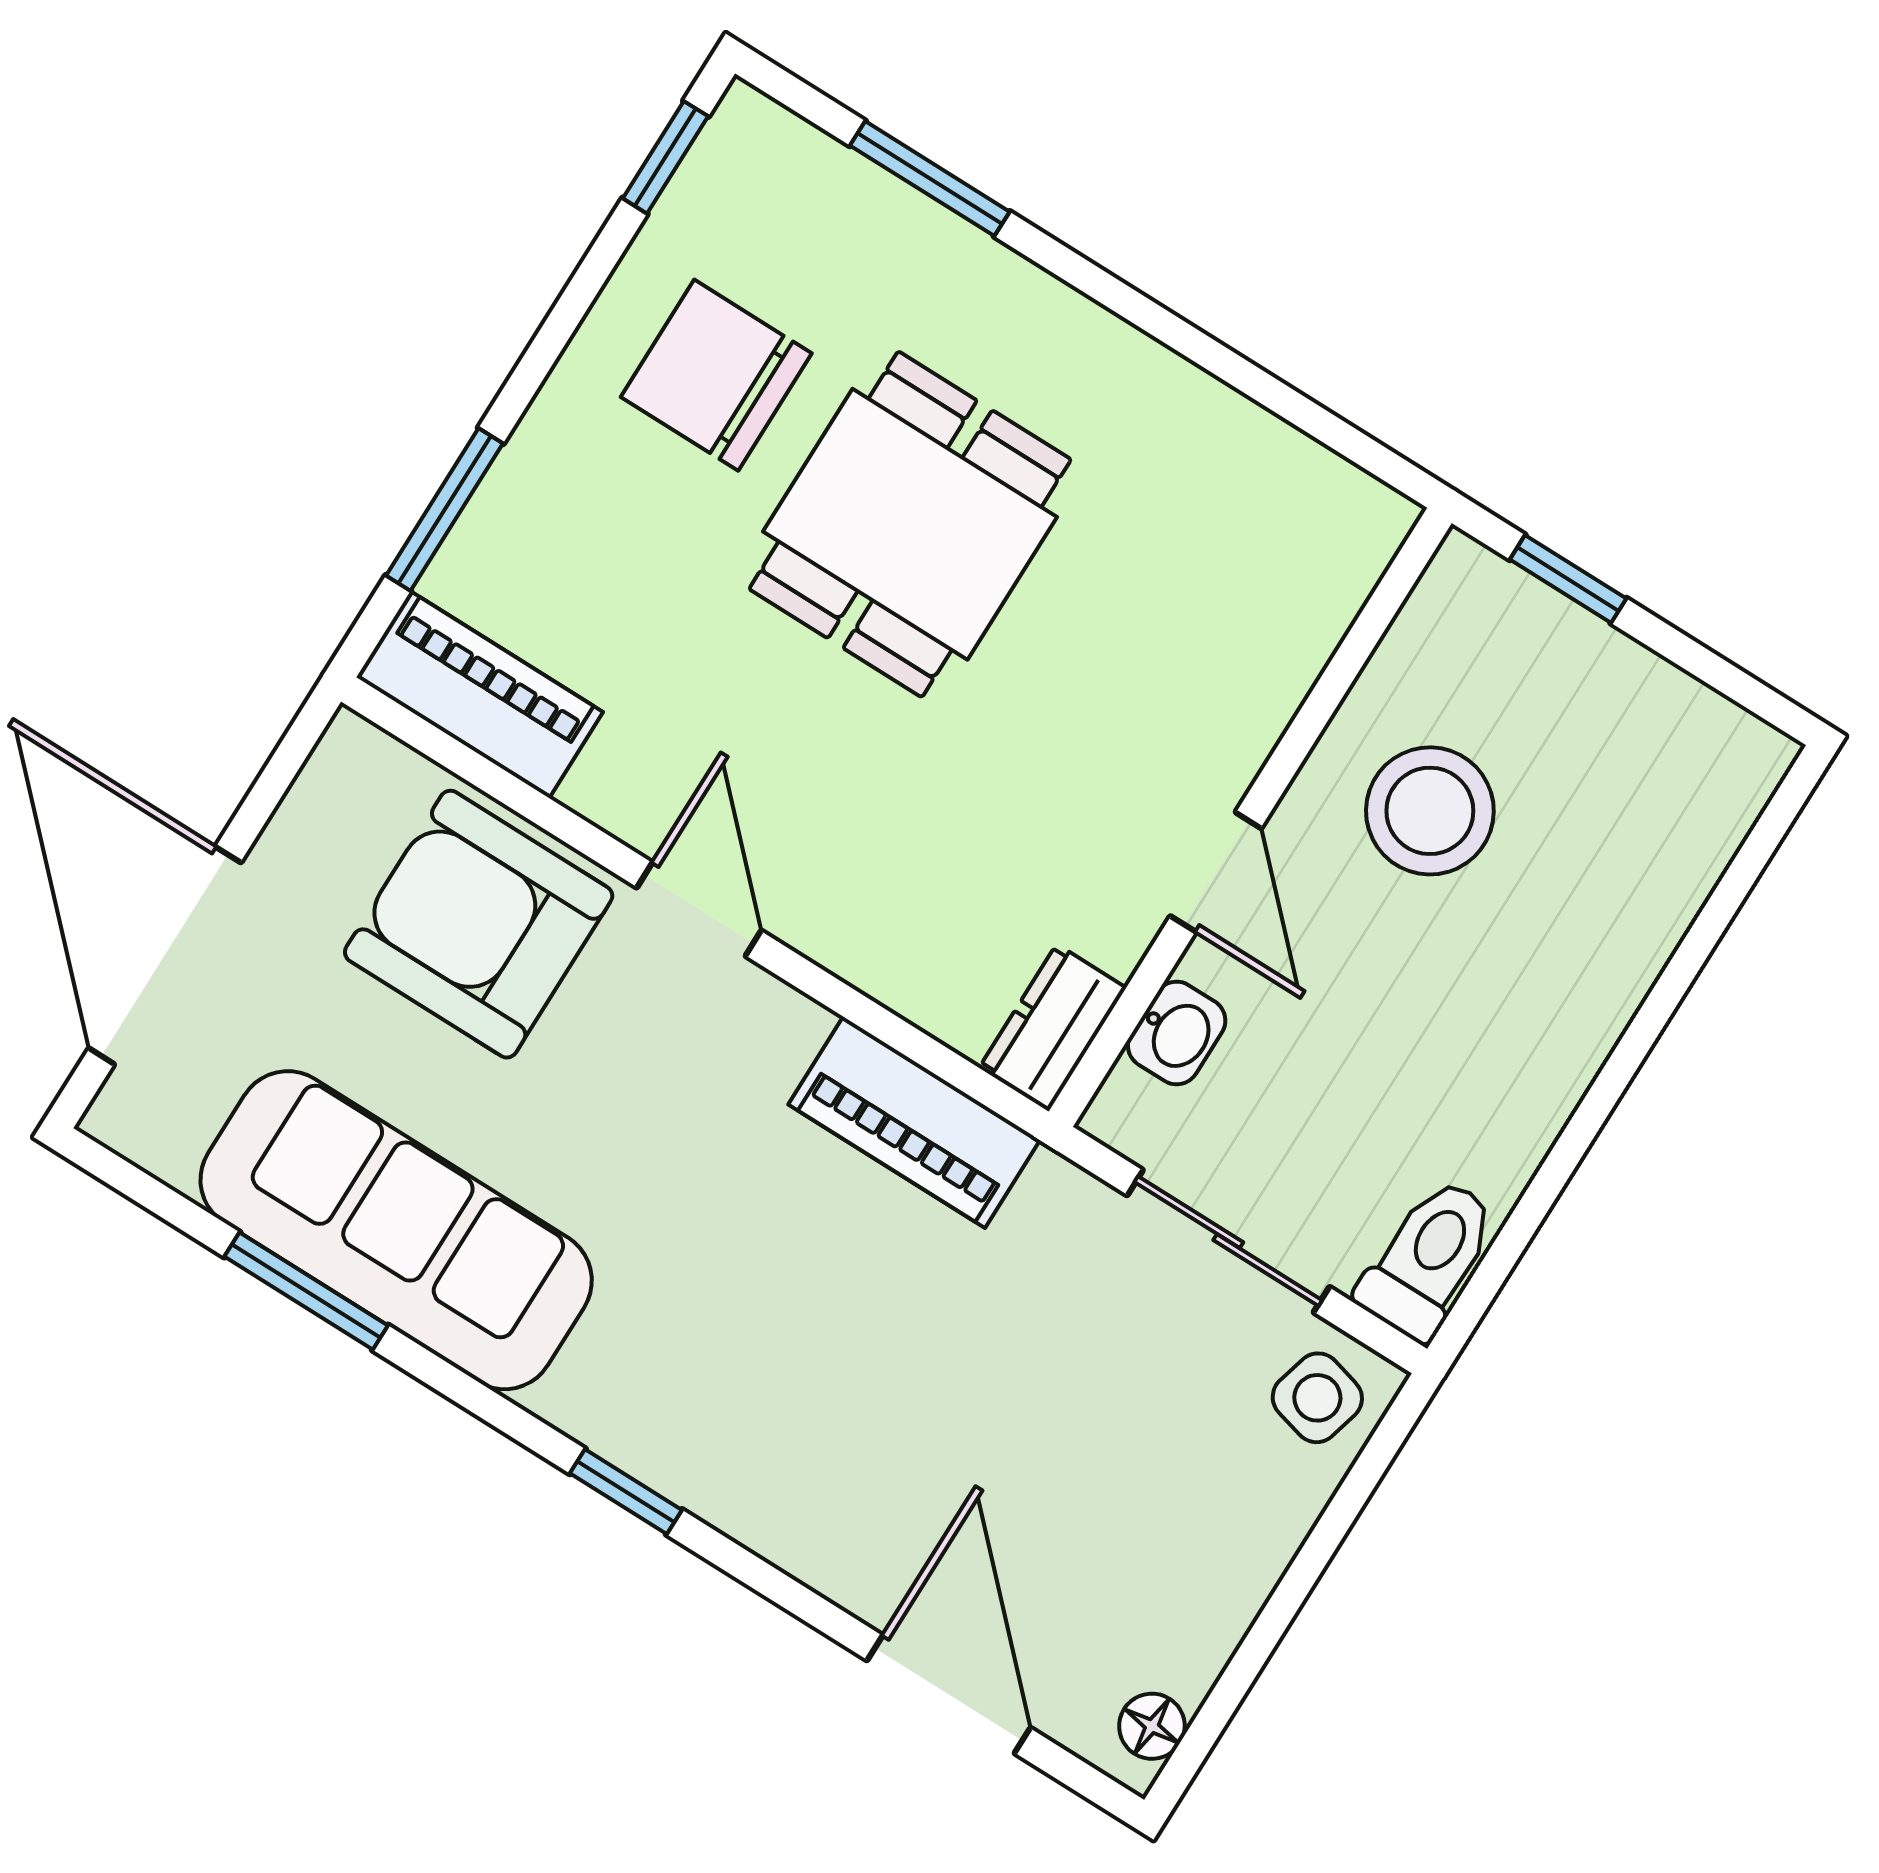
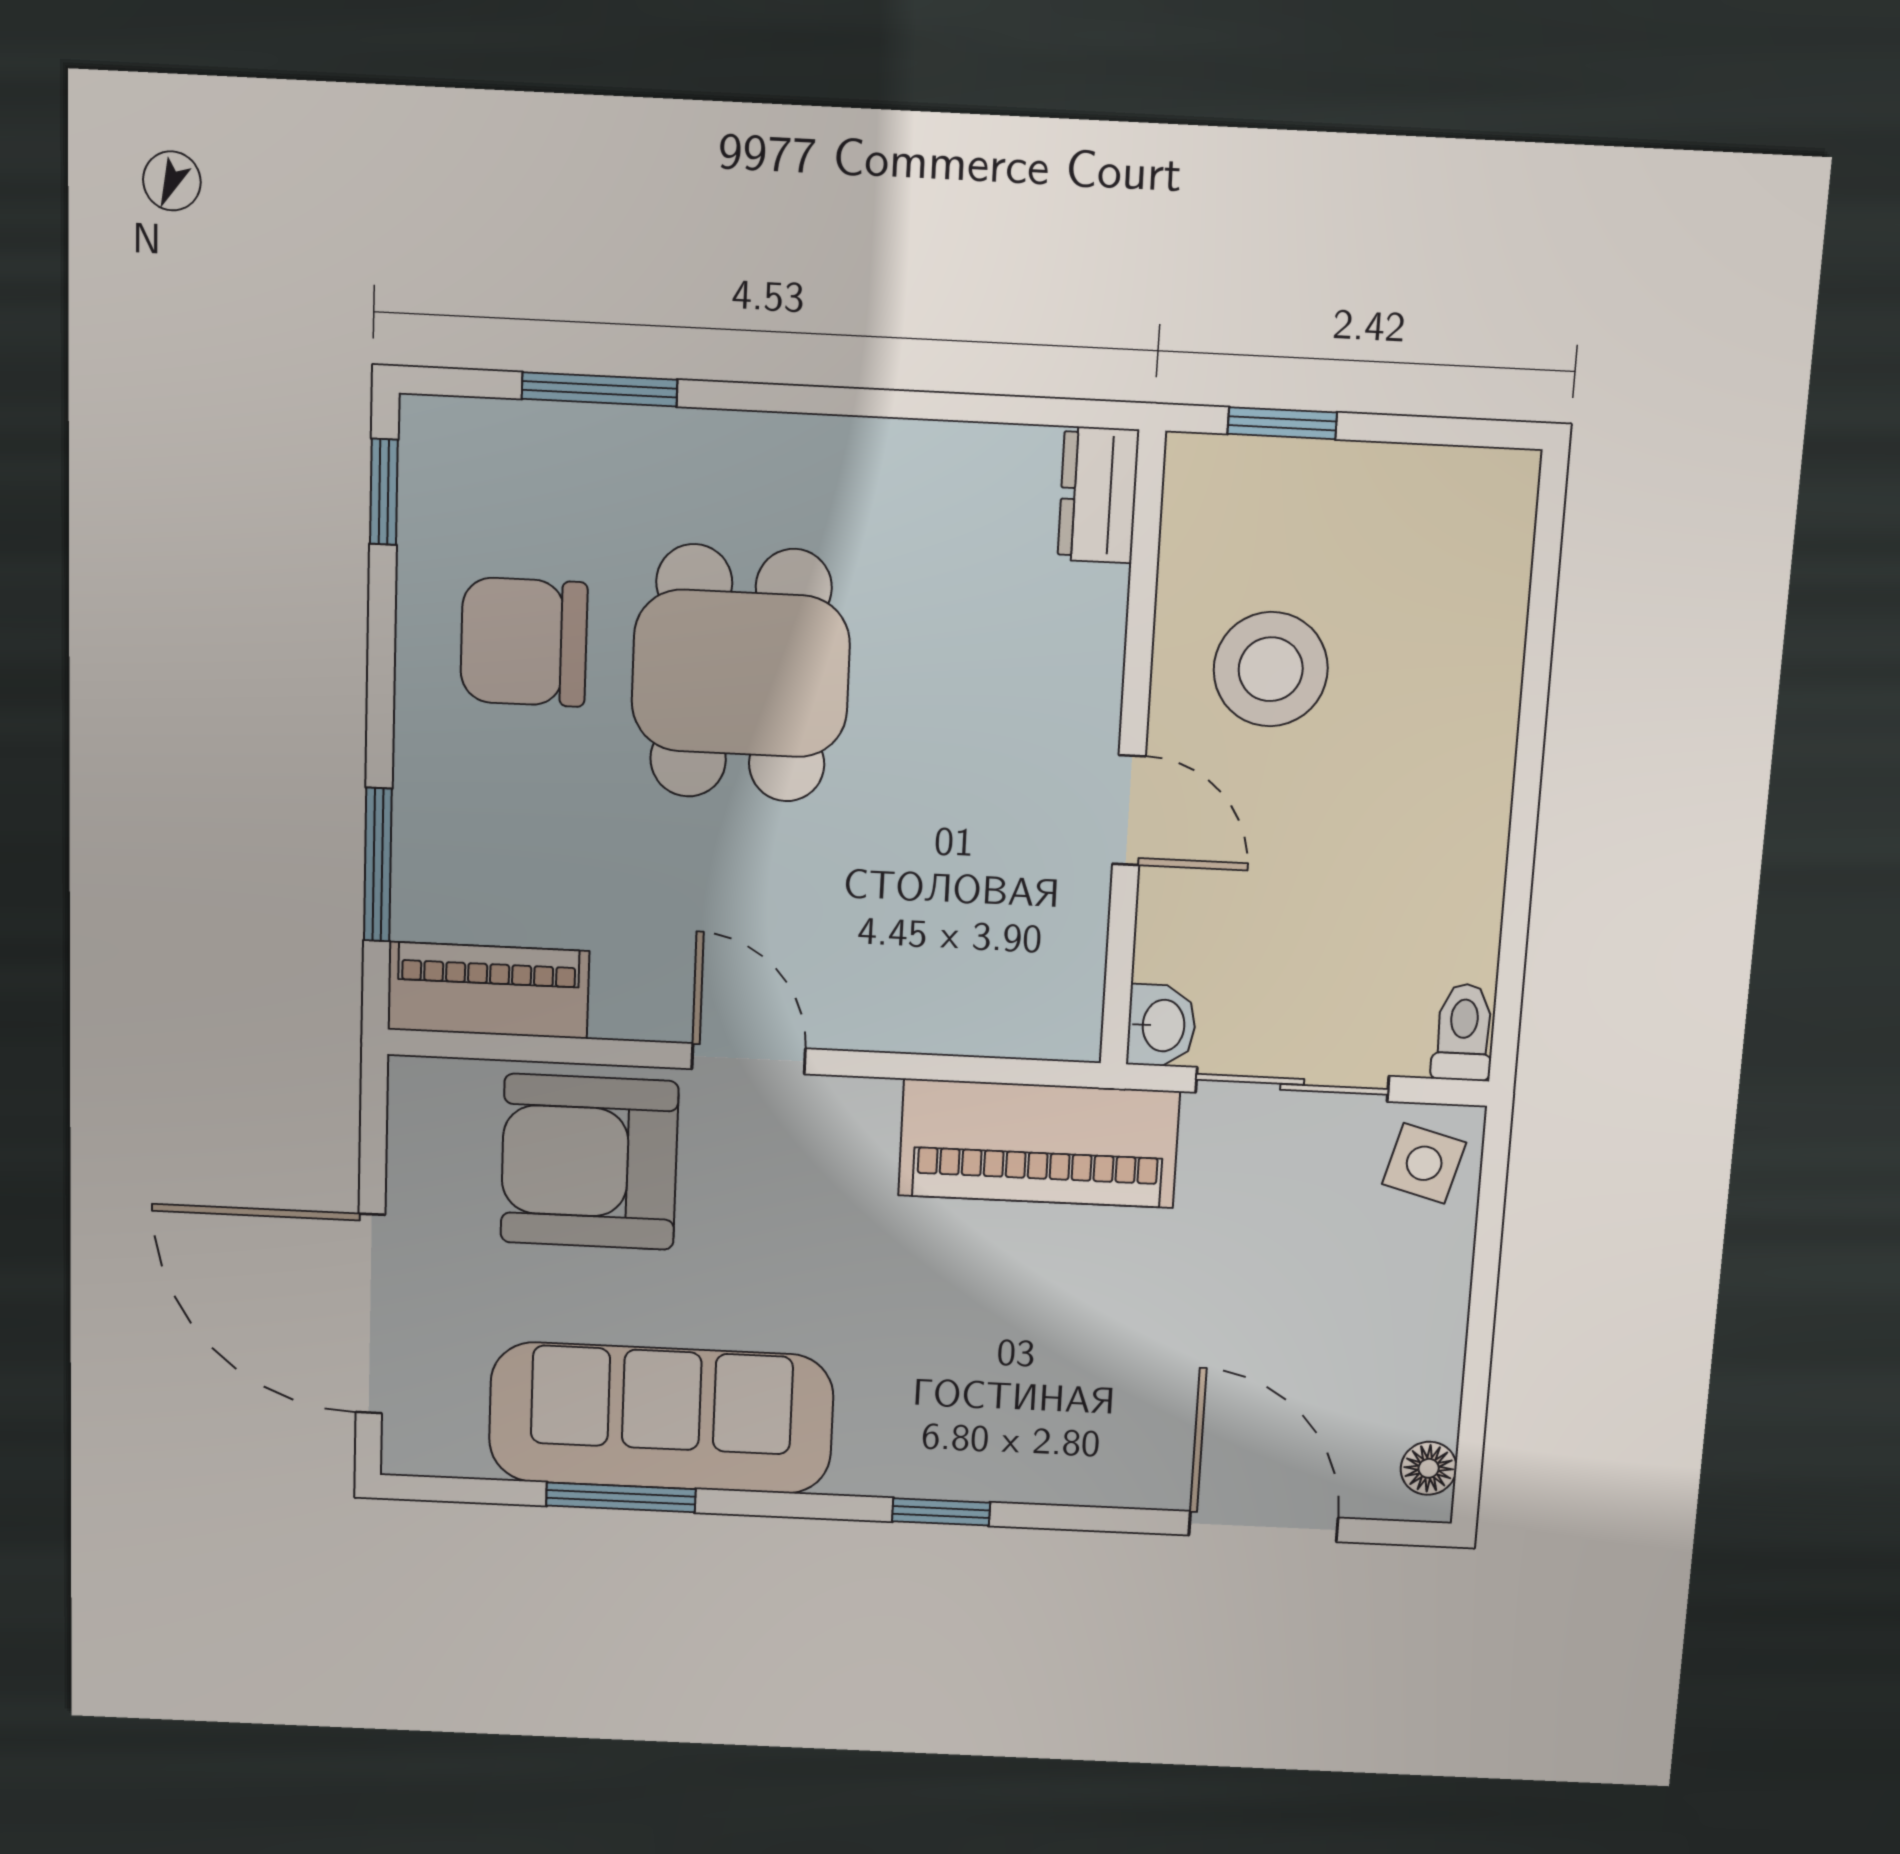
dresser: (1053, 1028) -> (1098, 495), moved
washbasin: (1177, 1033) -> (1161, 1025), moved
piano: (914, 1122) -> (1039, 1143), width x1.37, depth x1.33
toilet: (1428, 1258) -> (1463, 1032), width x0.73, depth x0.72

